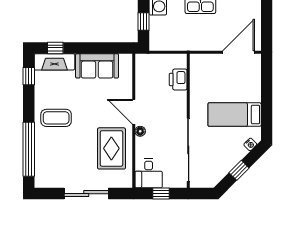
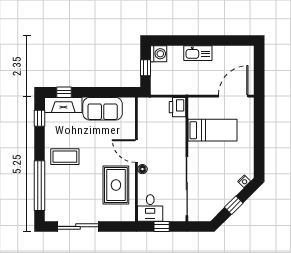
printer: (178, 79) -> (177, 107), moved
bed: (235, 115) -> (213, 130), moved, turned 180
sliding door: (86, 194) -> (78, 227), moved

